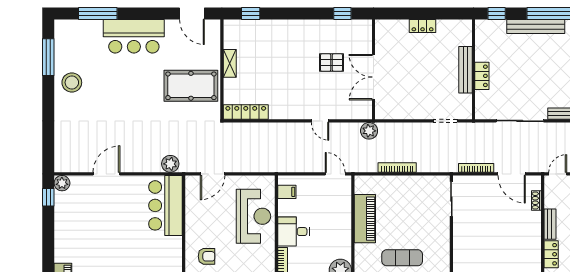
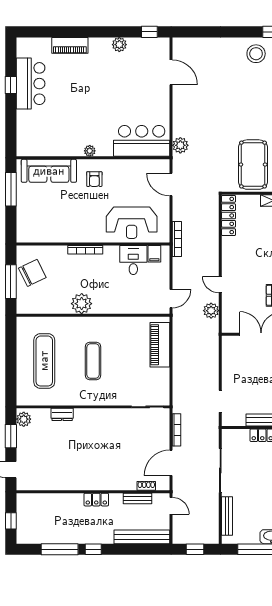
door: (320, 121) -> (220, 285), hinge flipped
plant: (369, 131) -> (211, 311), moved
bookcase: (397, 168) -> (177, 239), moved
door: (106, 174) -> (171, 72), moved
plant: (62, 183) -> (119, 45), moved
piano: (365, 219) -> (160, 345), moved, turned 90
bench: (550, 224) -> (137, 499), moved
desk: (294, 232) -> (133, 260), moved
plant: (176, 261) -> (90, 151), added

